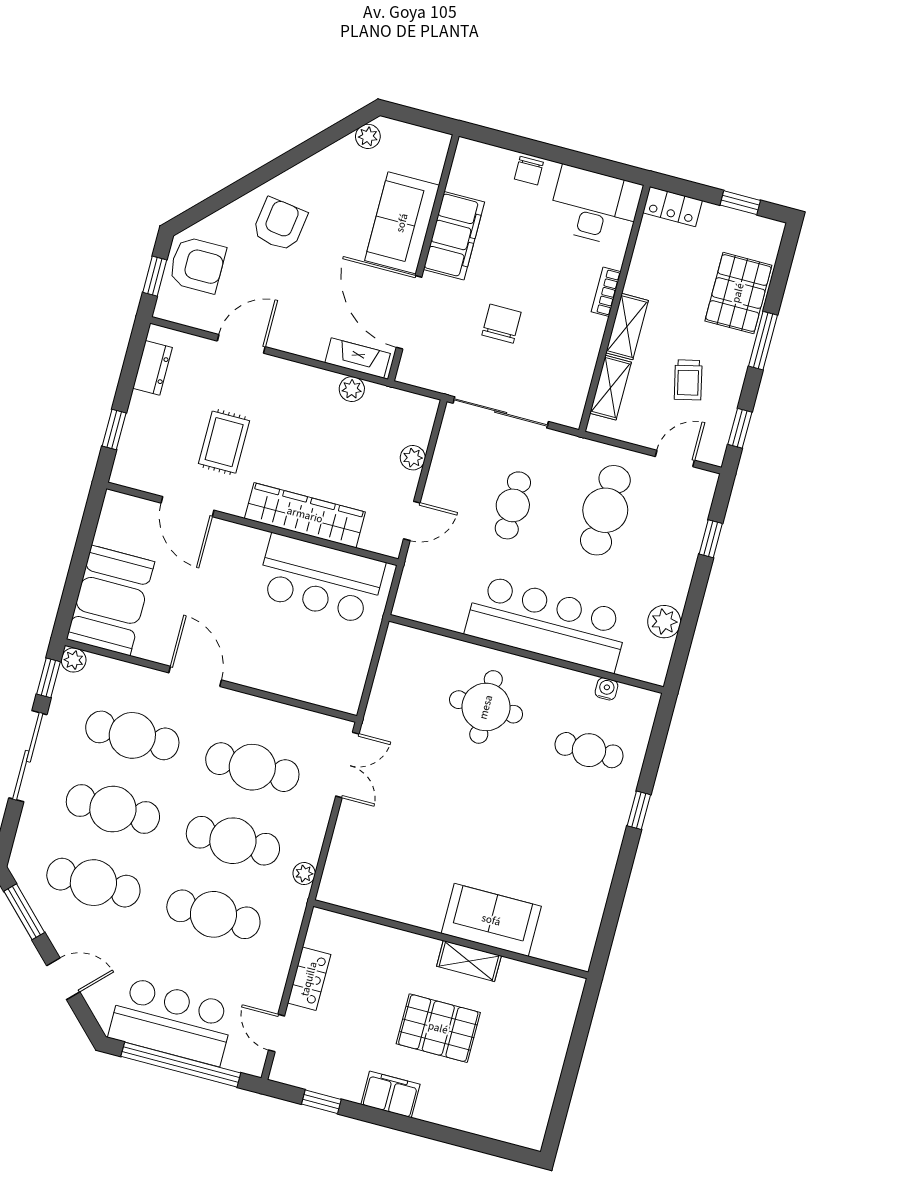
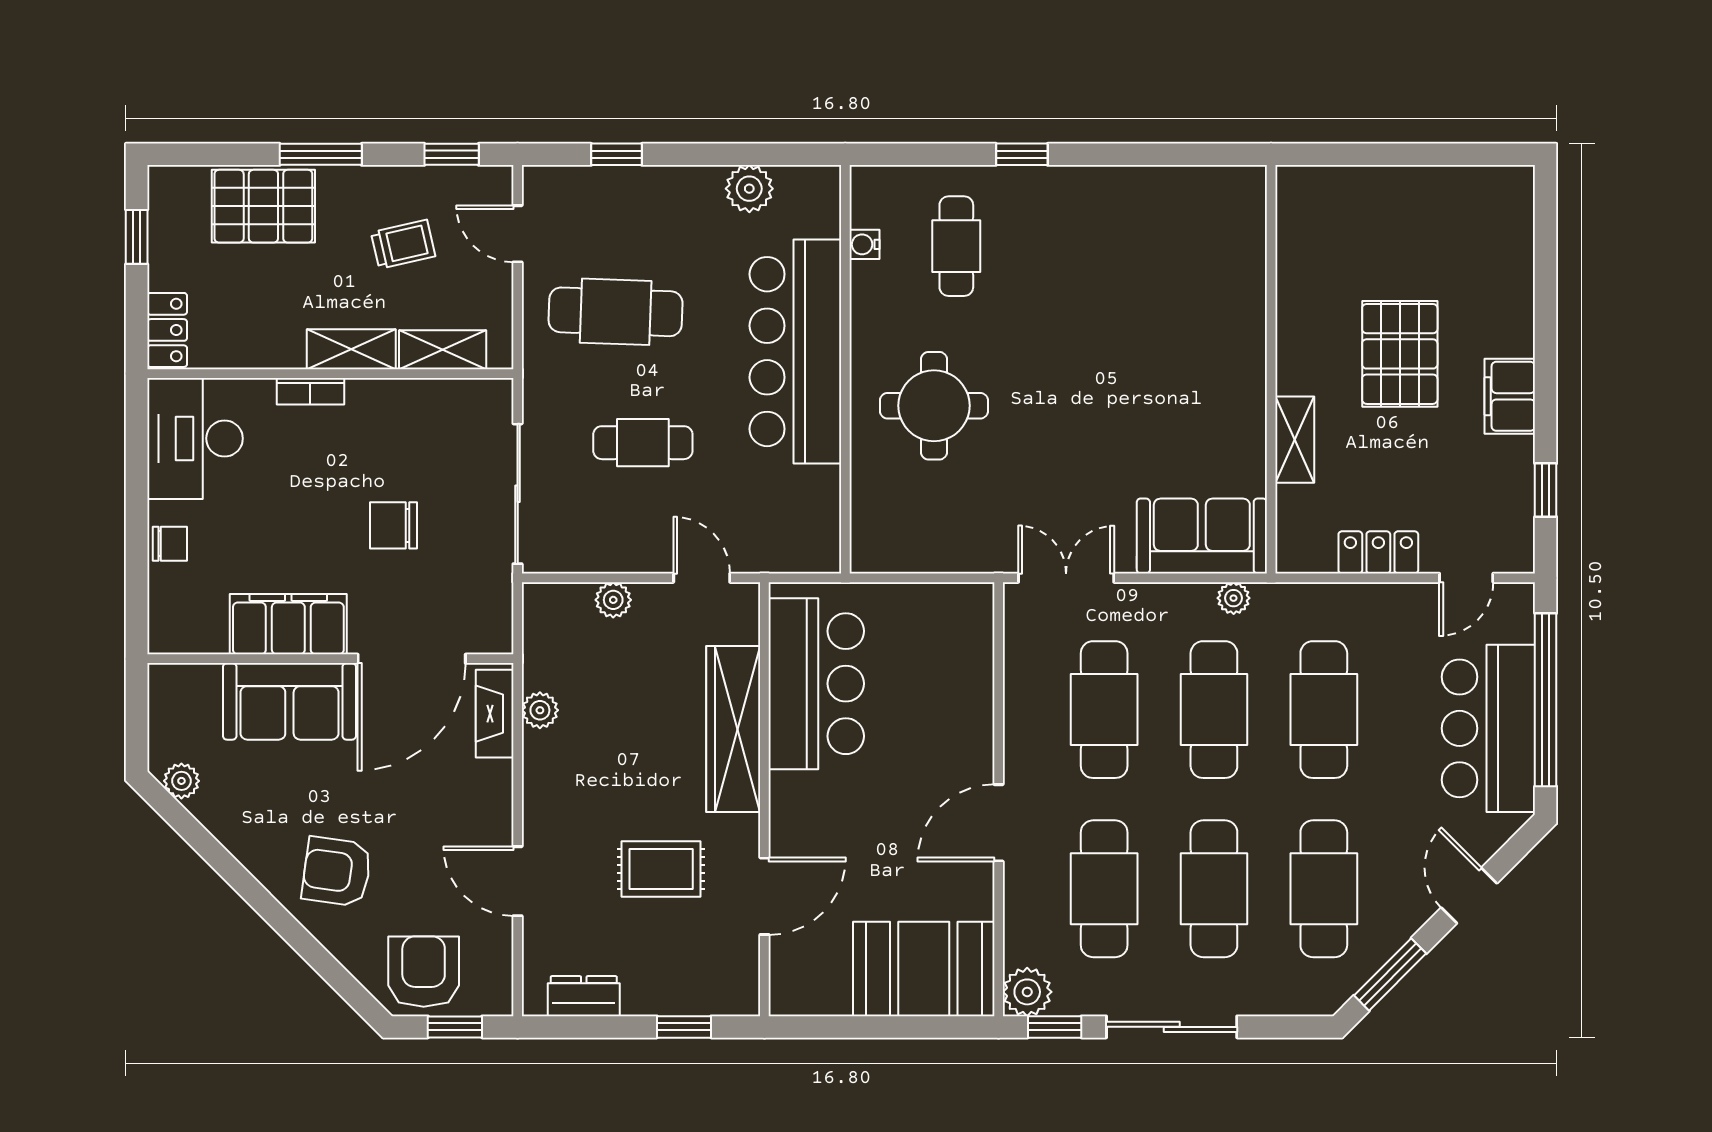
plant: (74, 660) -> (1027, 992), width x1.38, depth x1.38
sofa: (491, 920) -> (1202, 536), moved, turned 90
shelving: (469, 961) -> (1295, 440), moved

